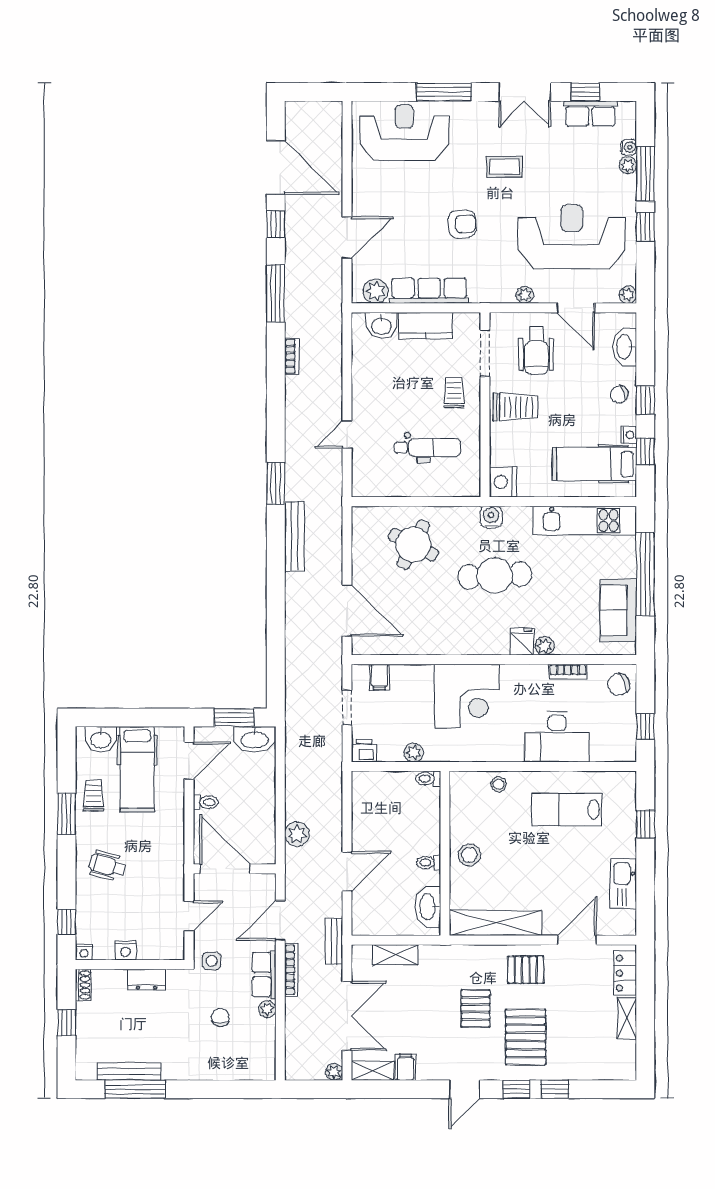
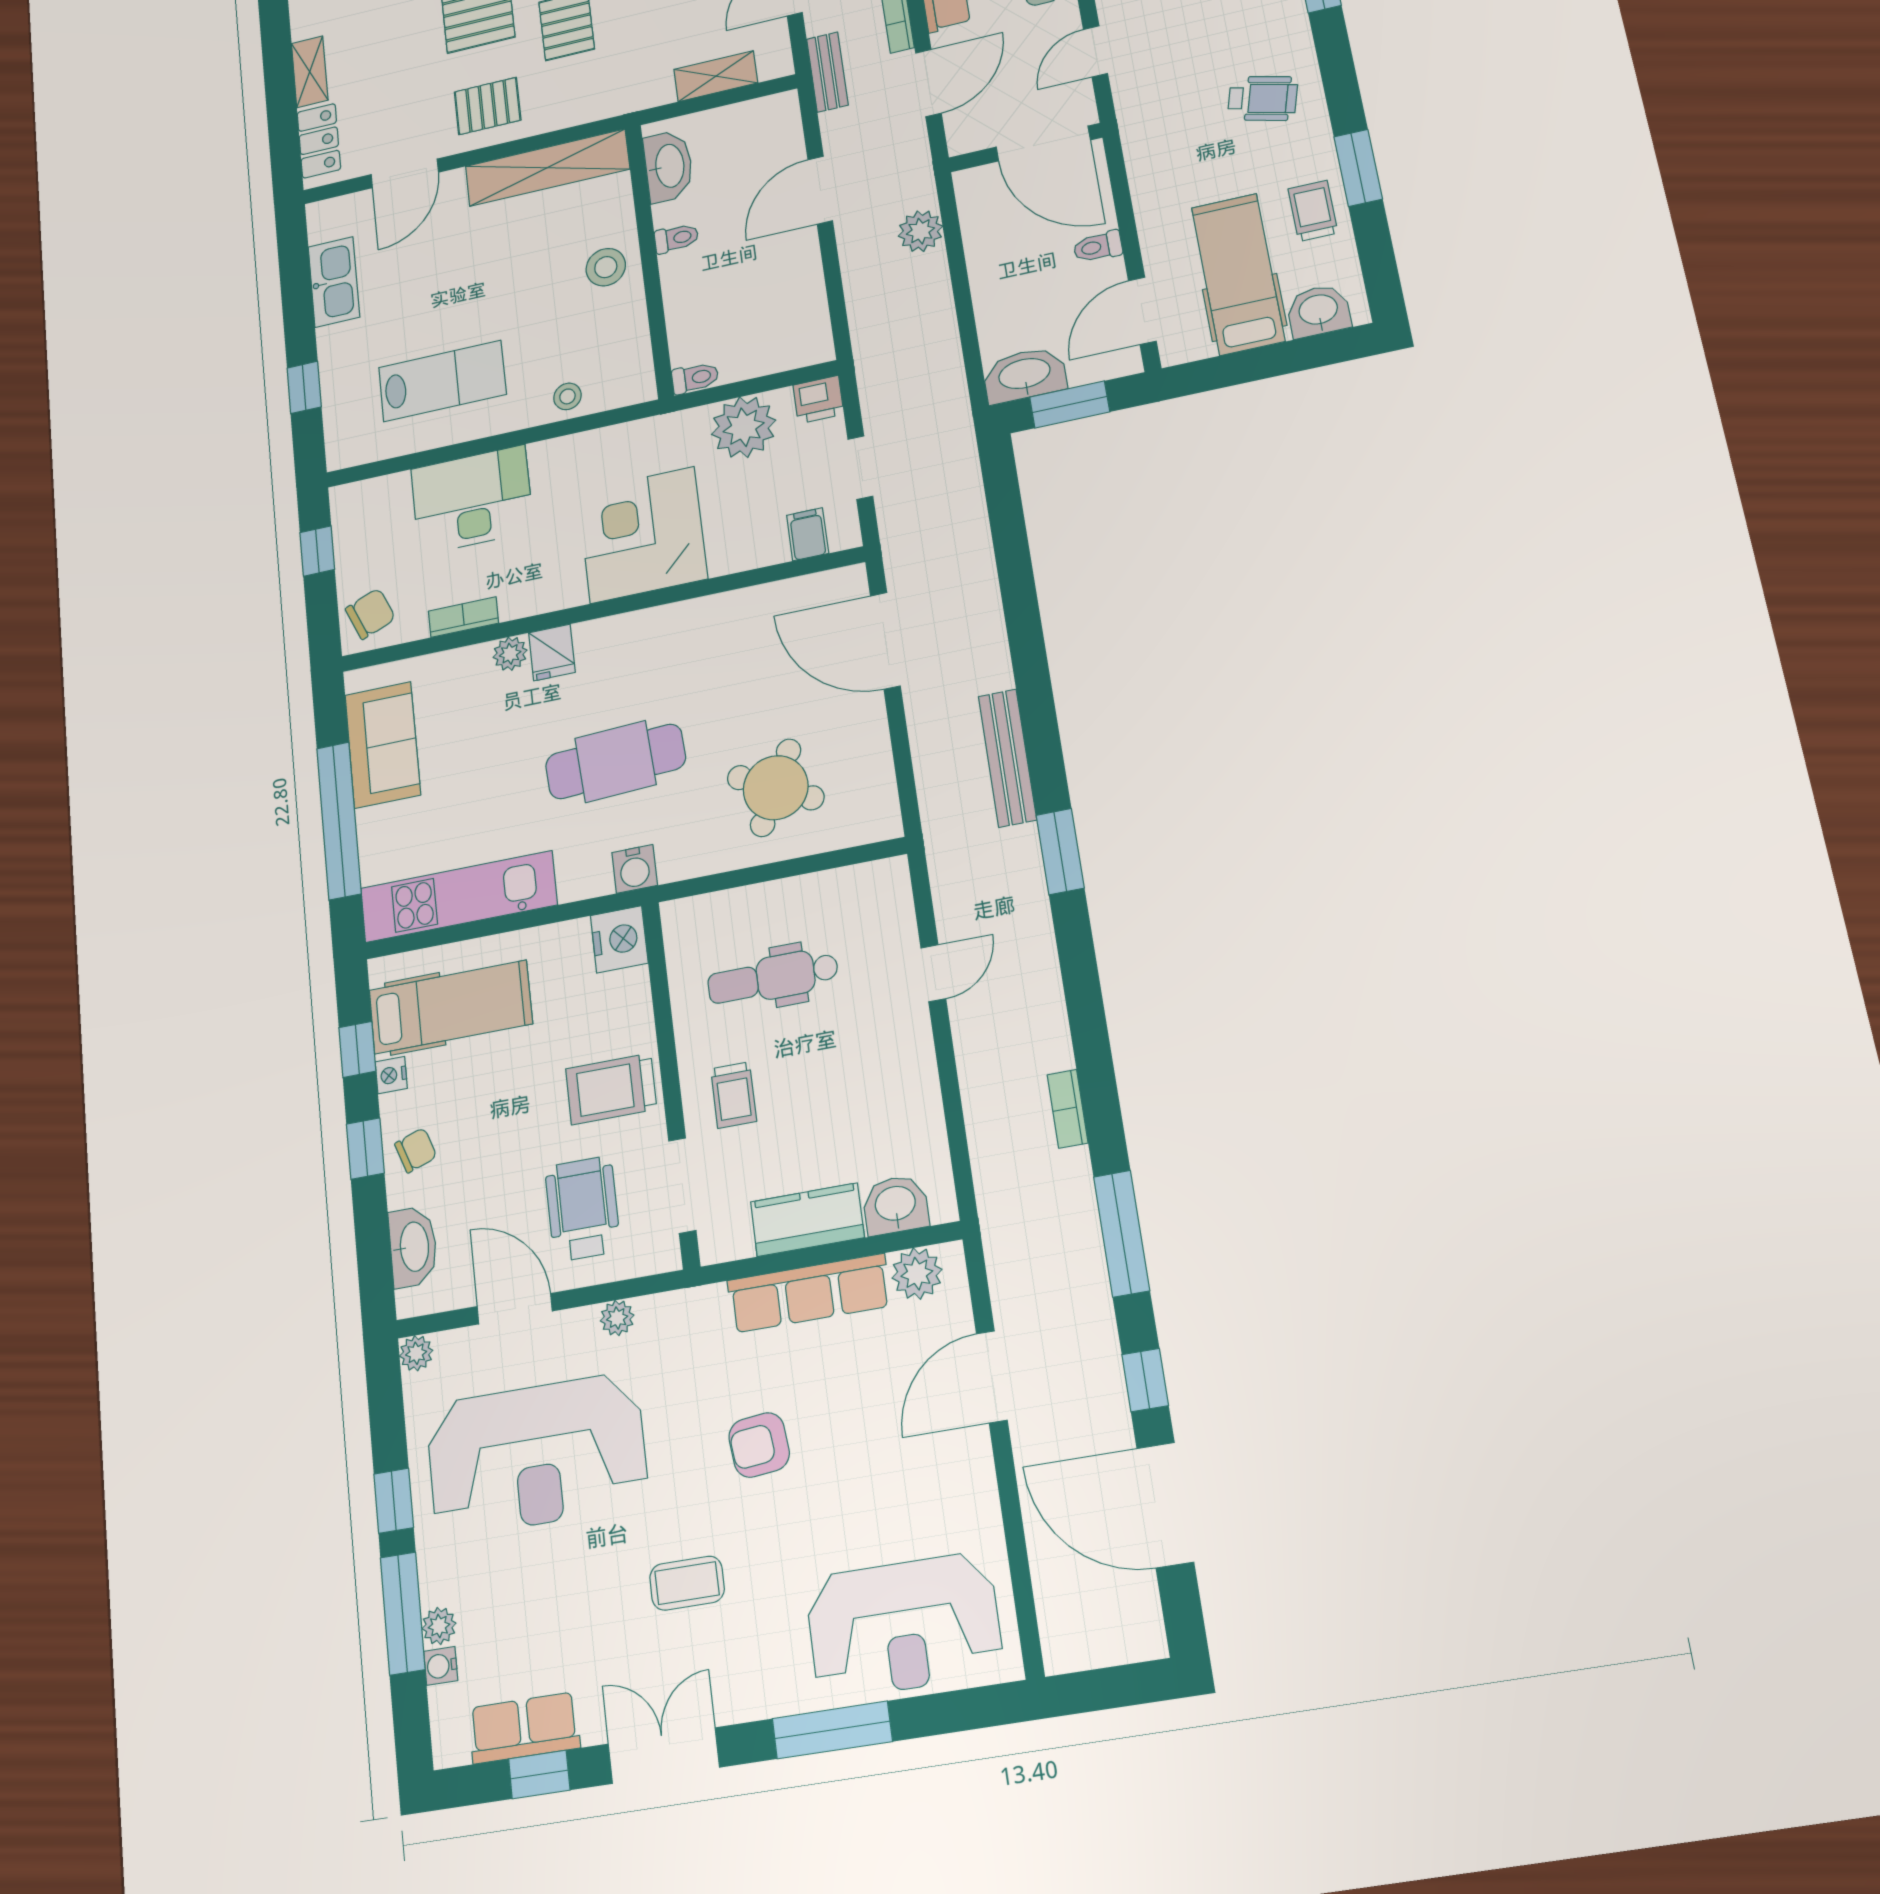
plant: (414, 753) -> (744, 427), width x1.88, depth x1.88
trolley: (93, 795) -> (1313, 211), turned 180

